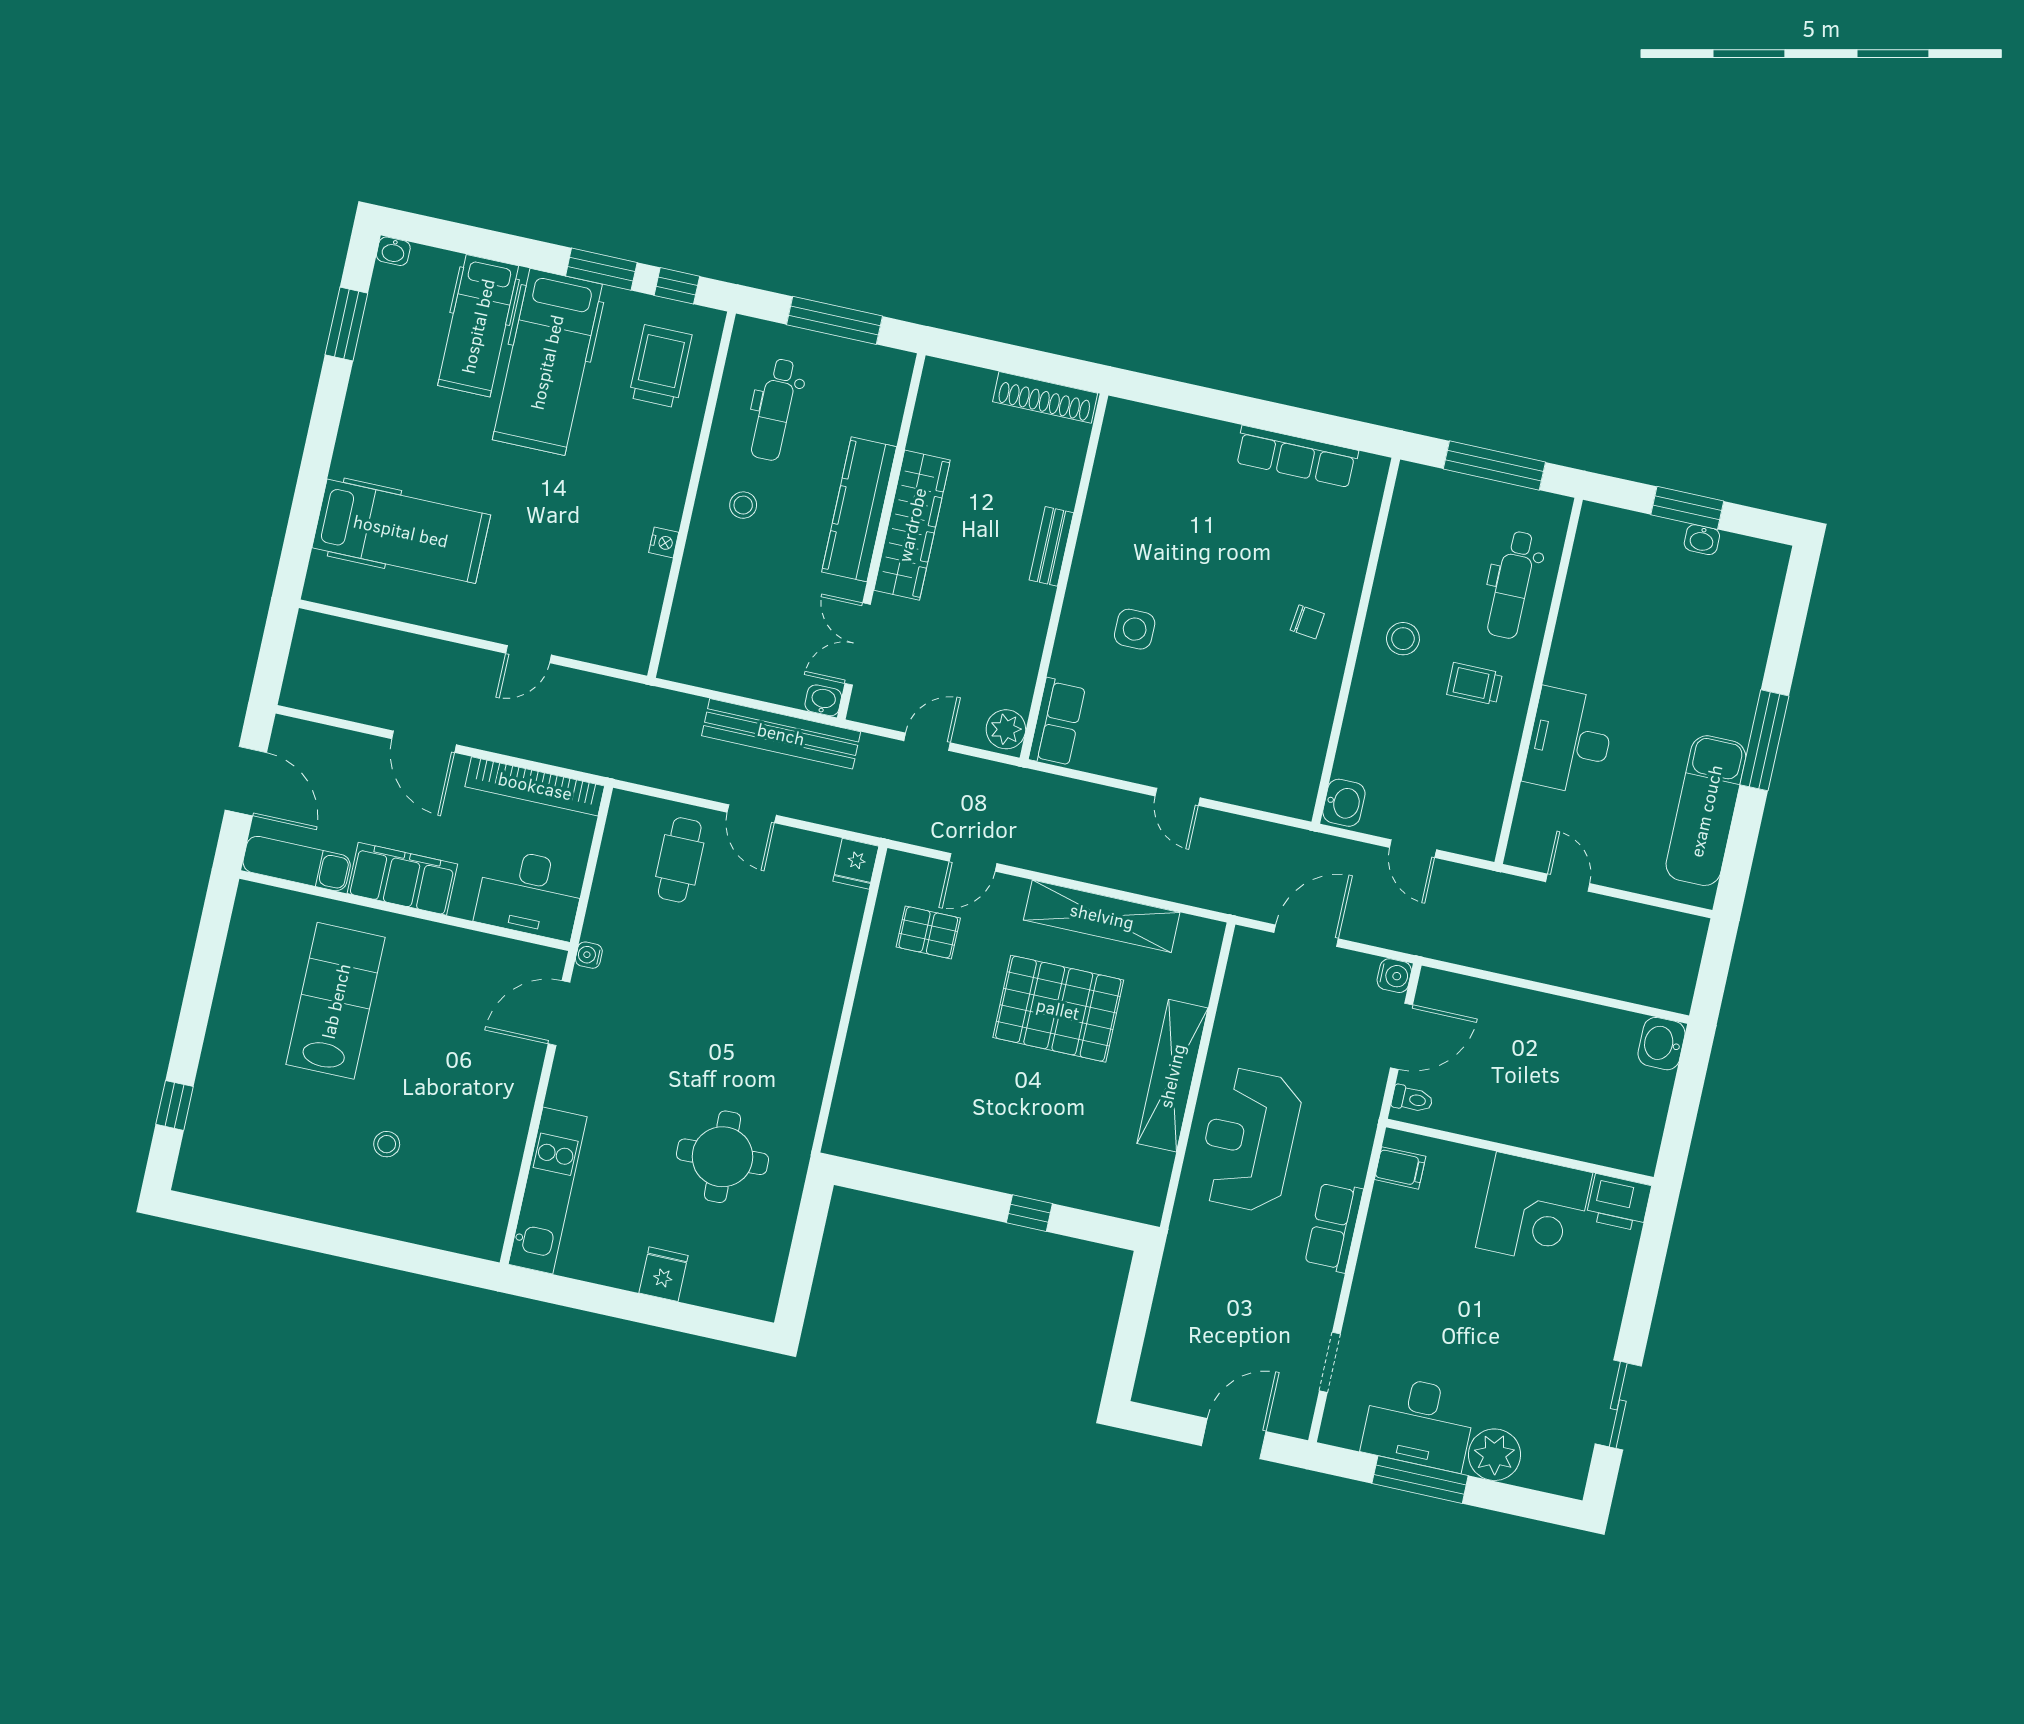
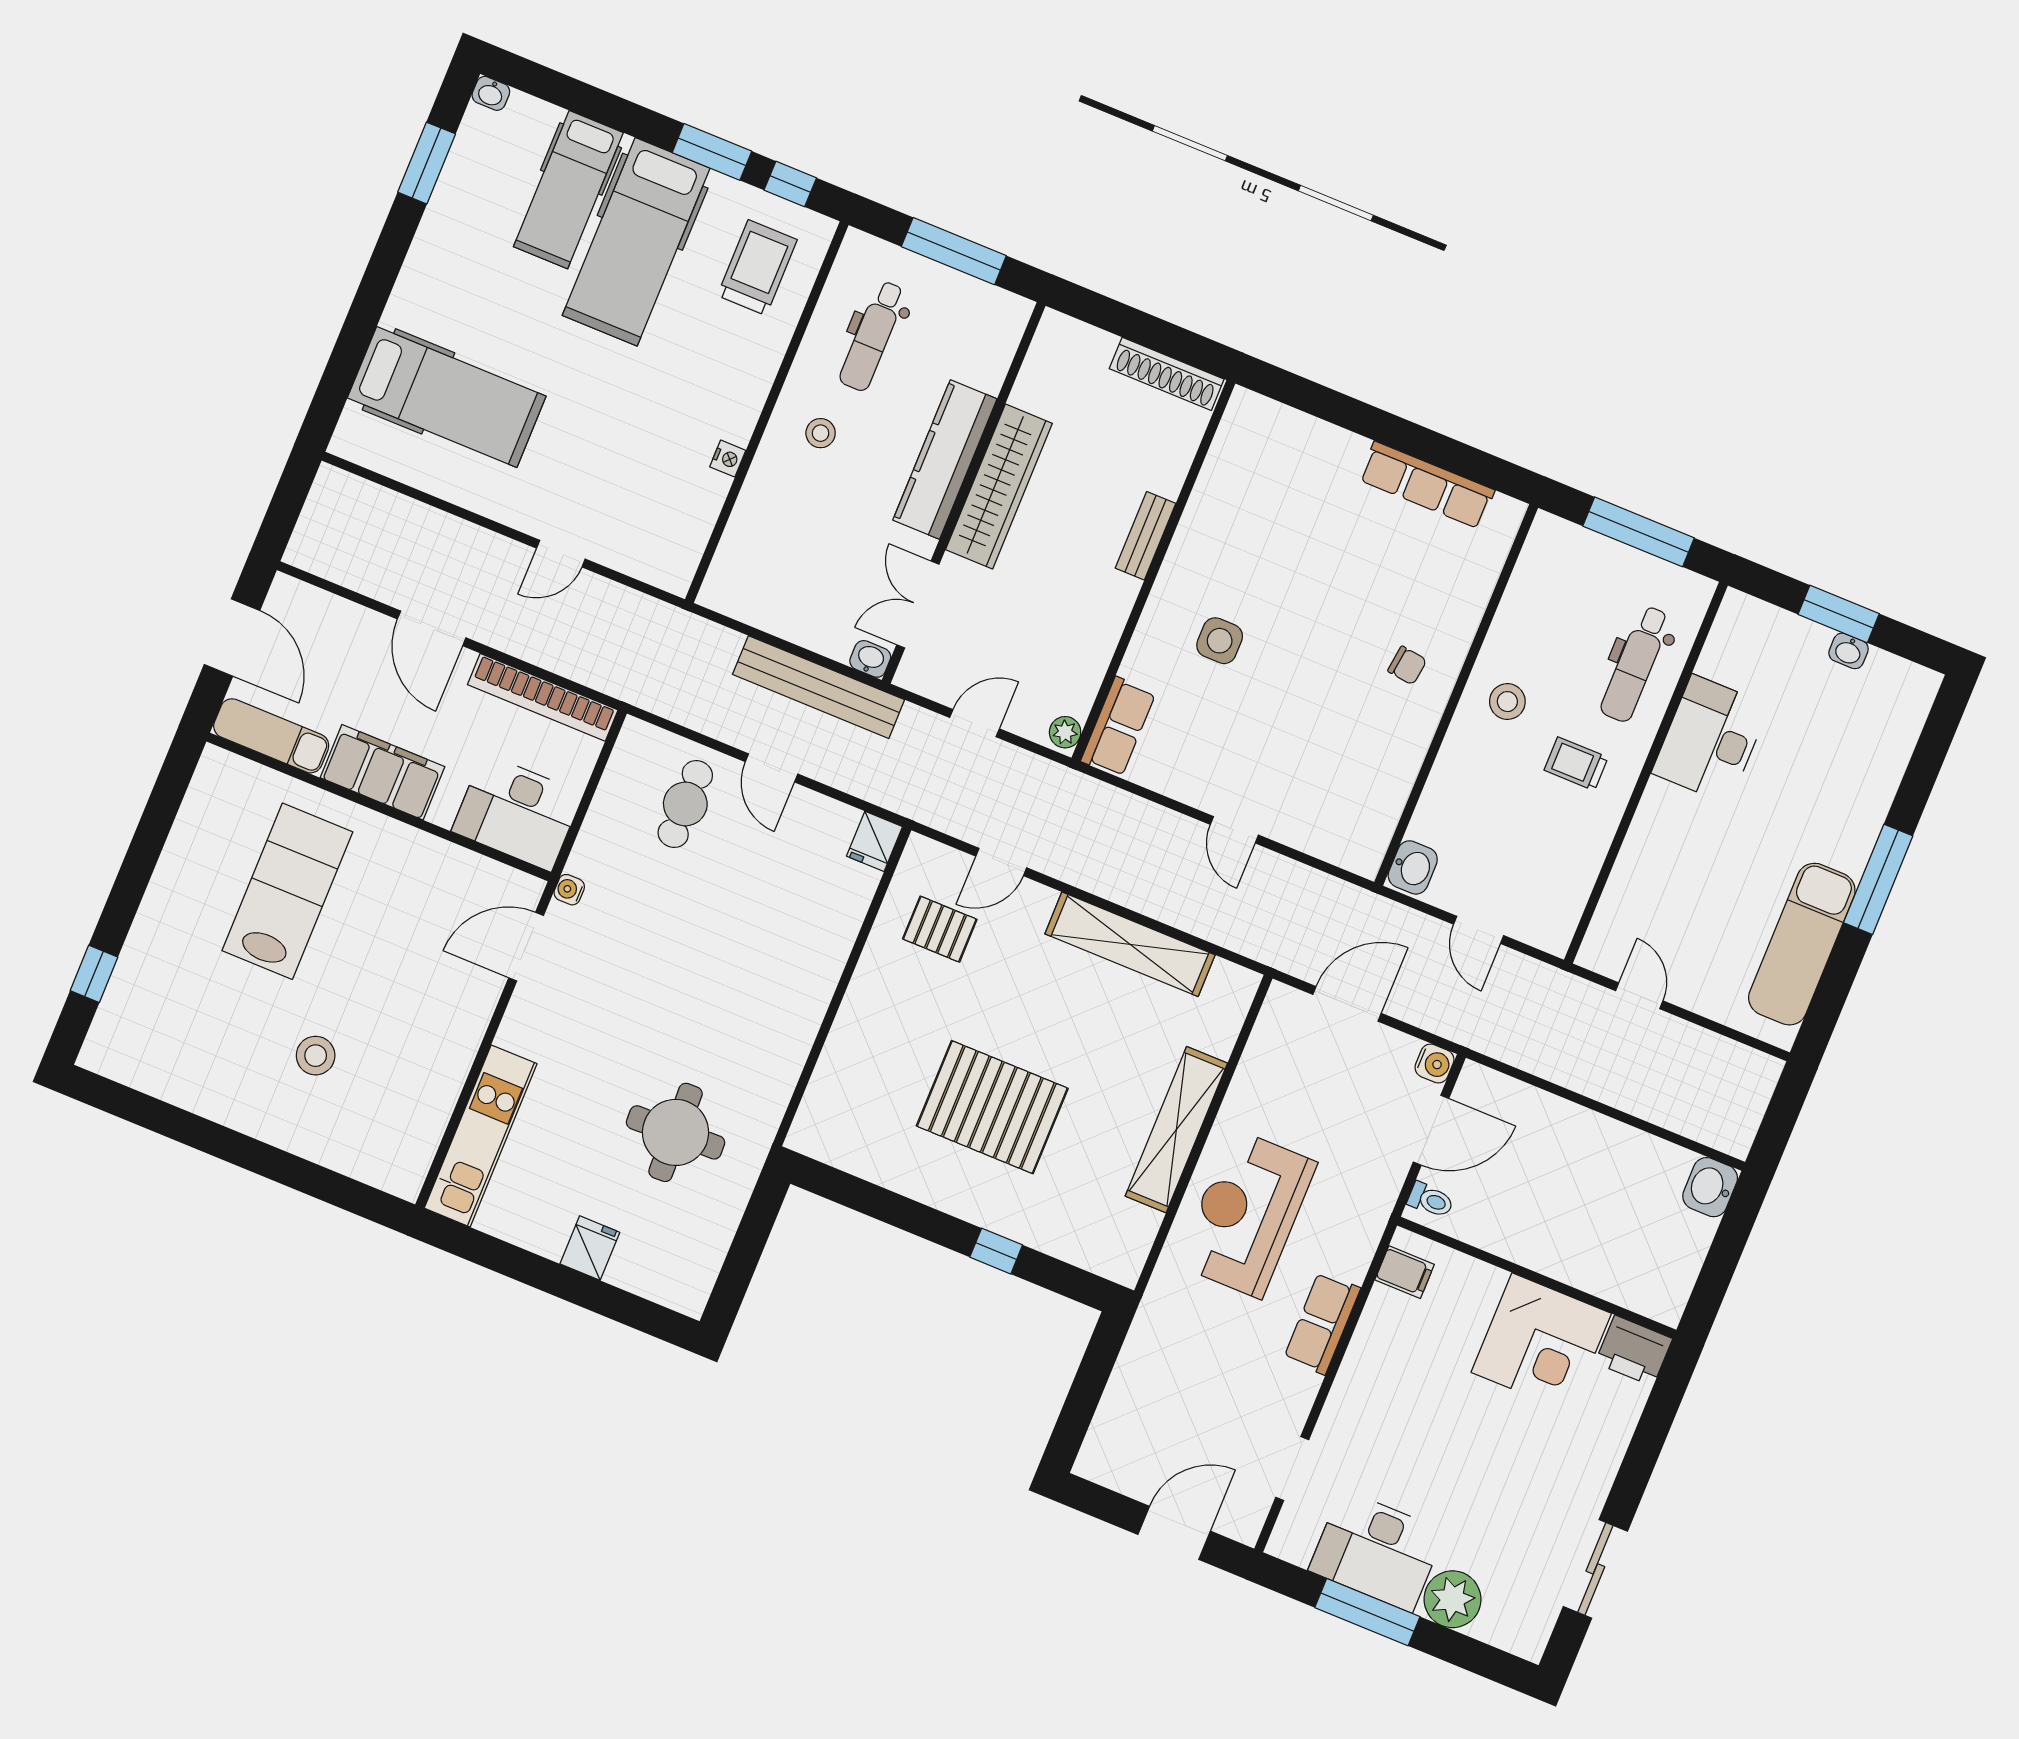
plant: (1006, 729) -> (1065, 732), width x0.73, depth x0.73
desk: (1569, 741) -> (1710, 739), moved
pallet: (1058, 1009) -> (992, 1107), moved
stool: (387, 1144) -> (316, 1056), width x1.37, depth x1.37

